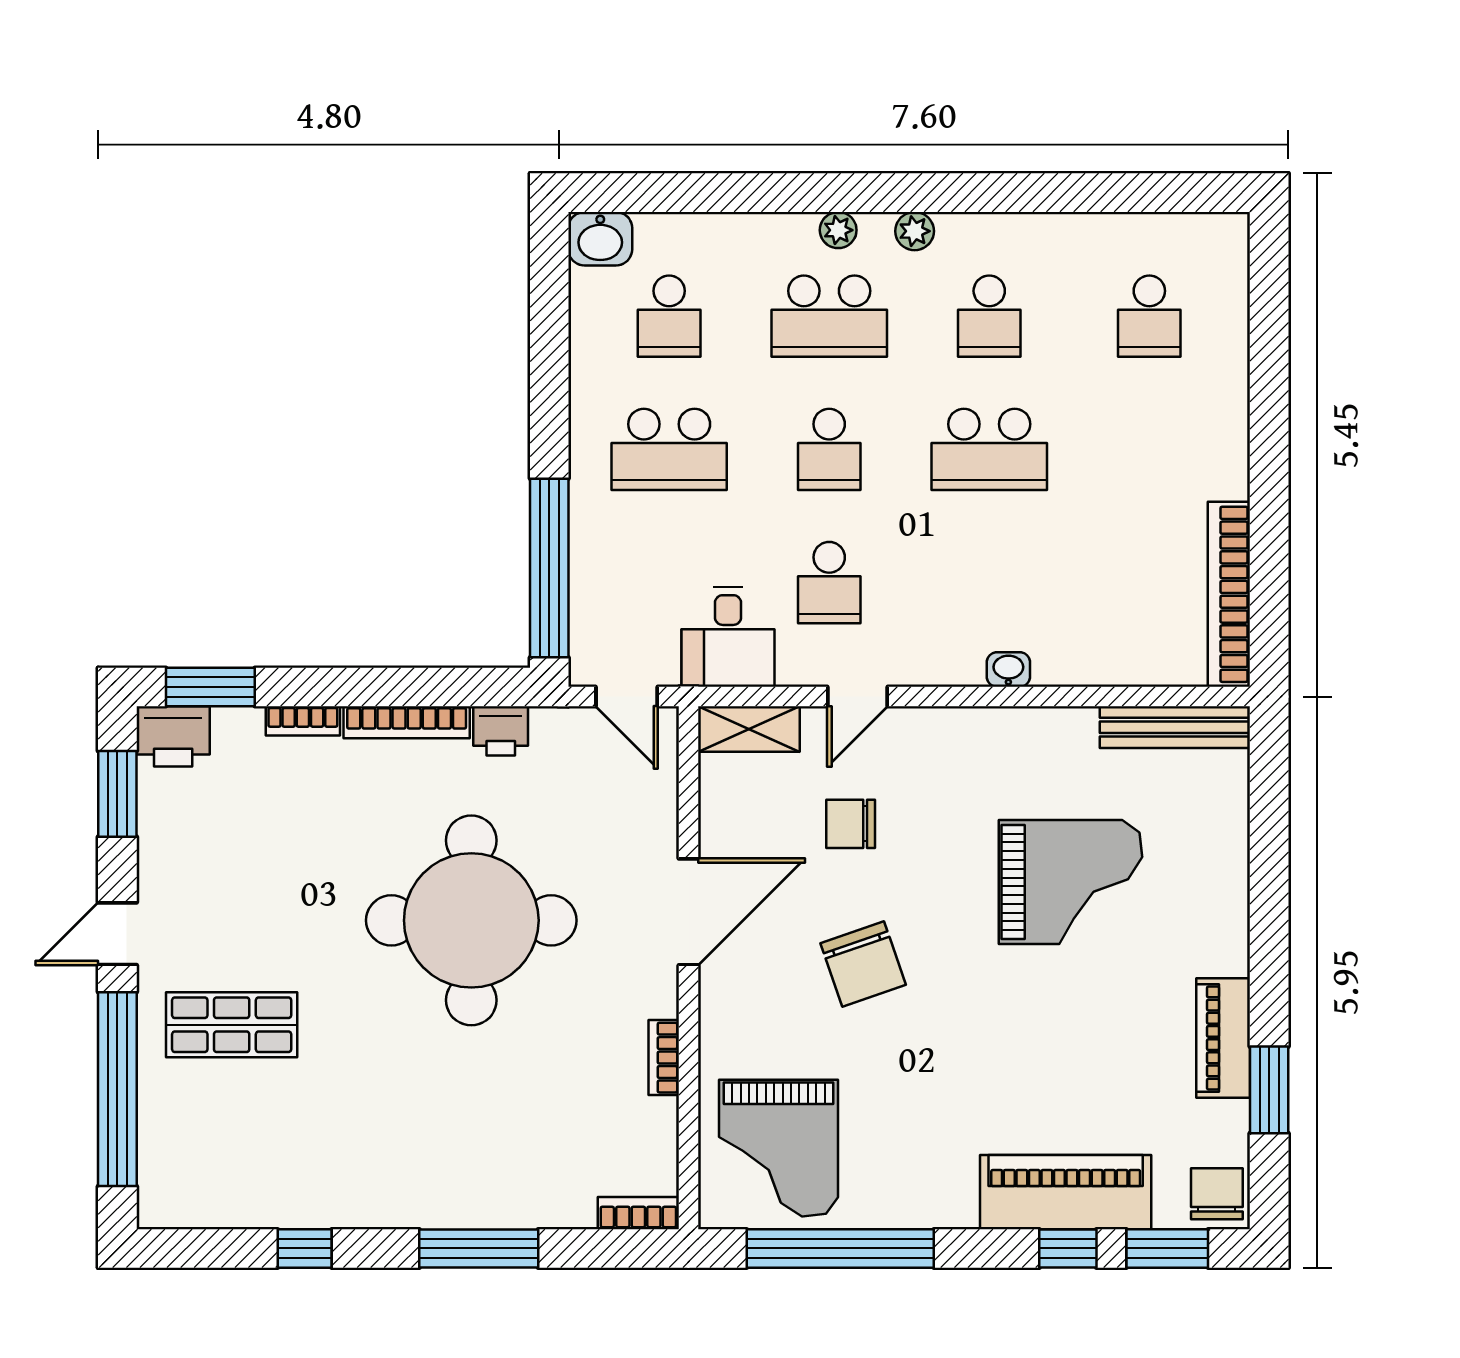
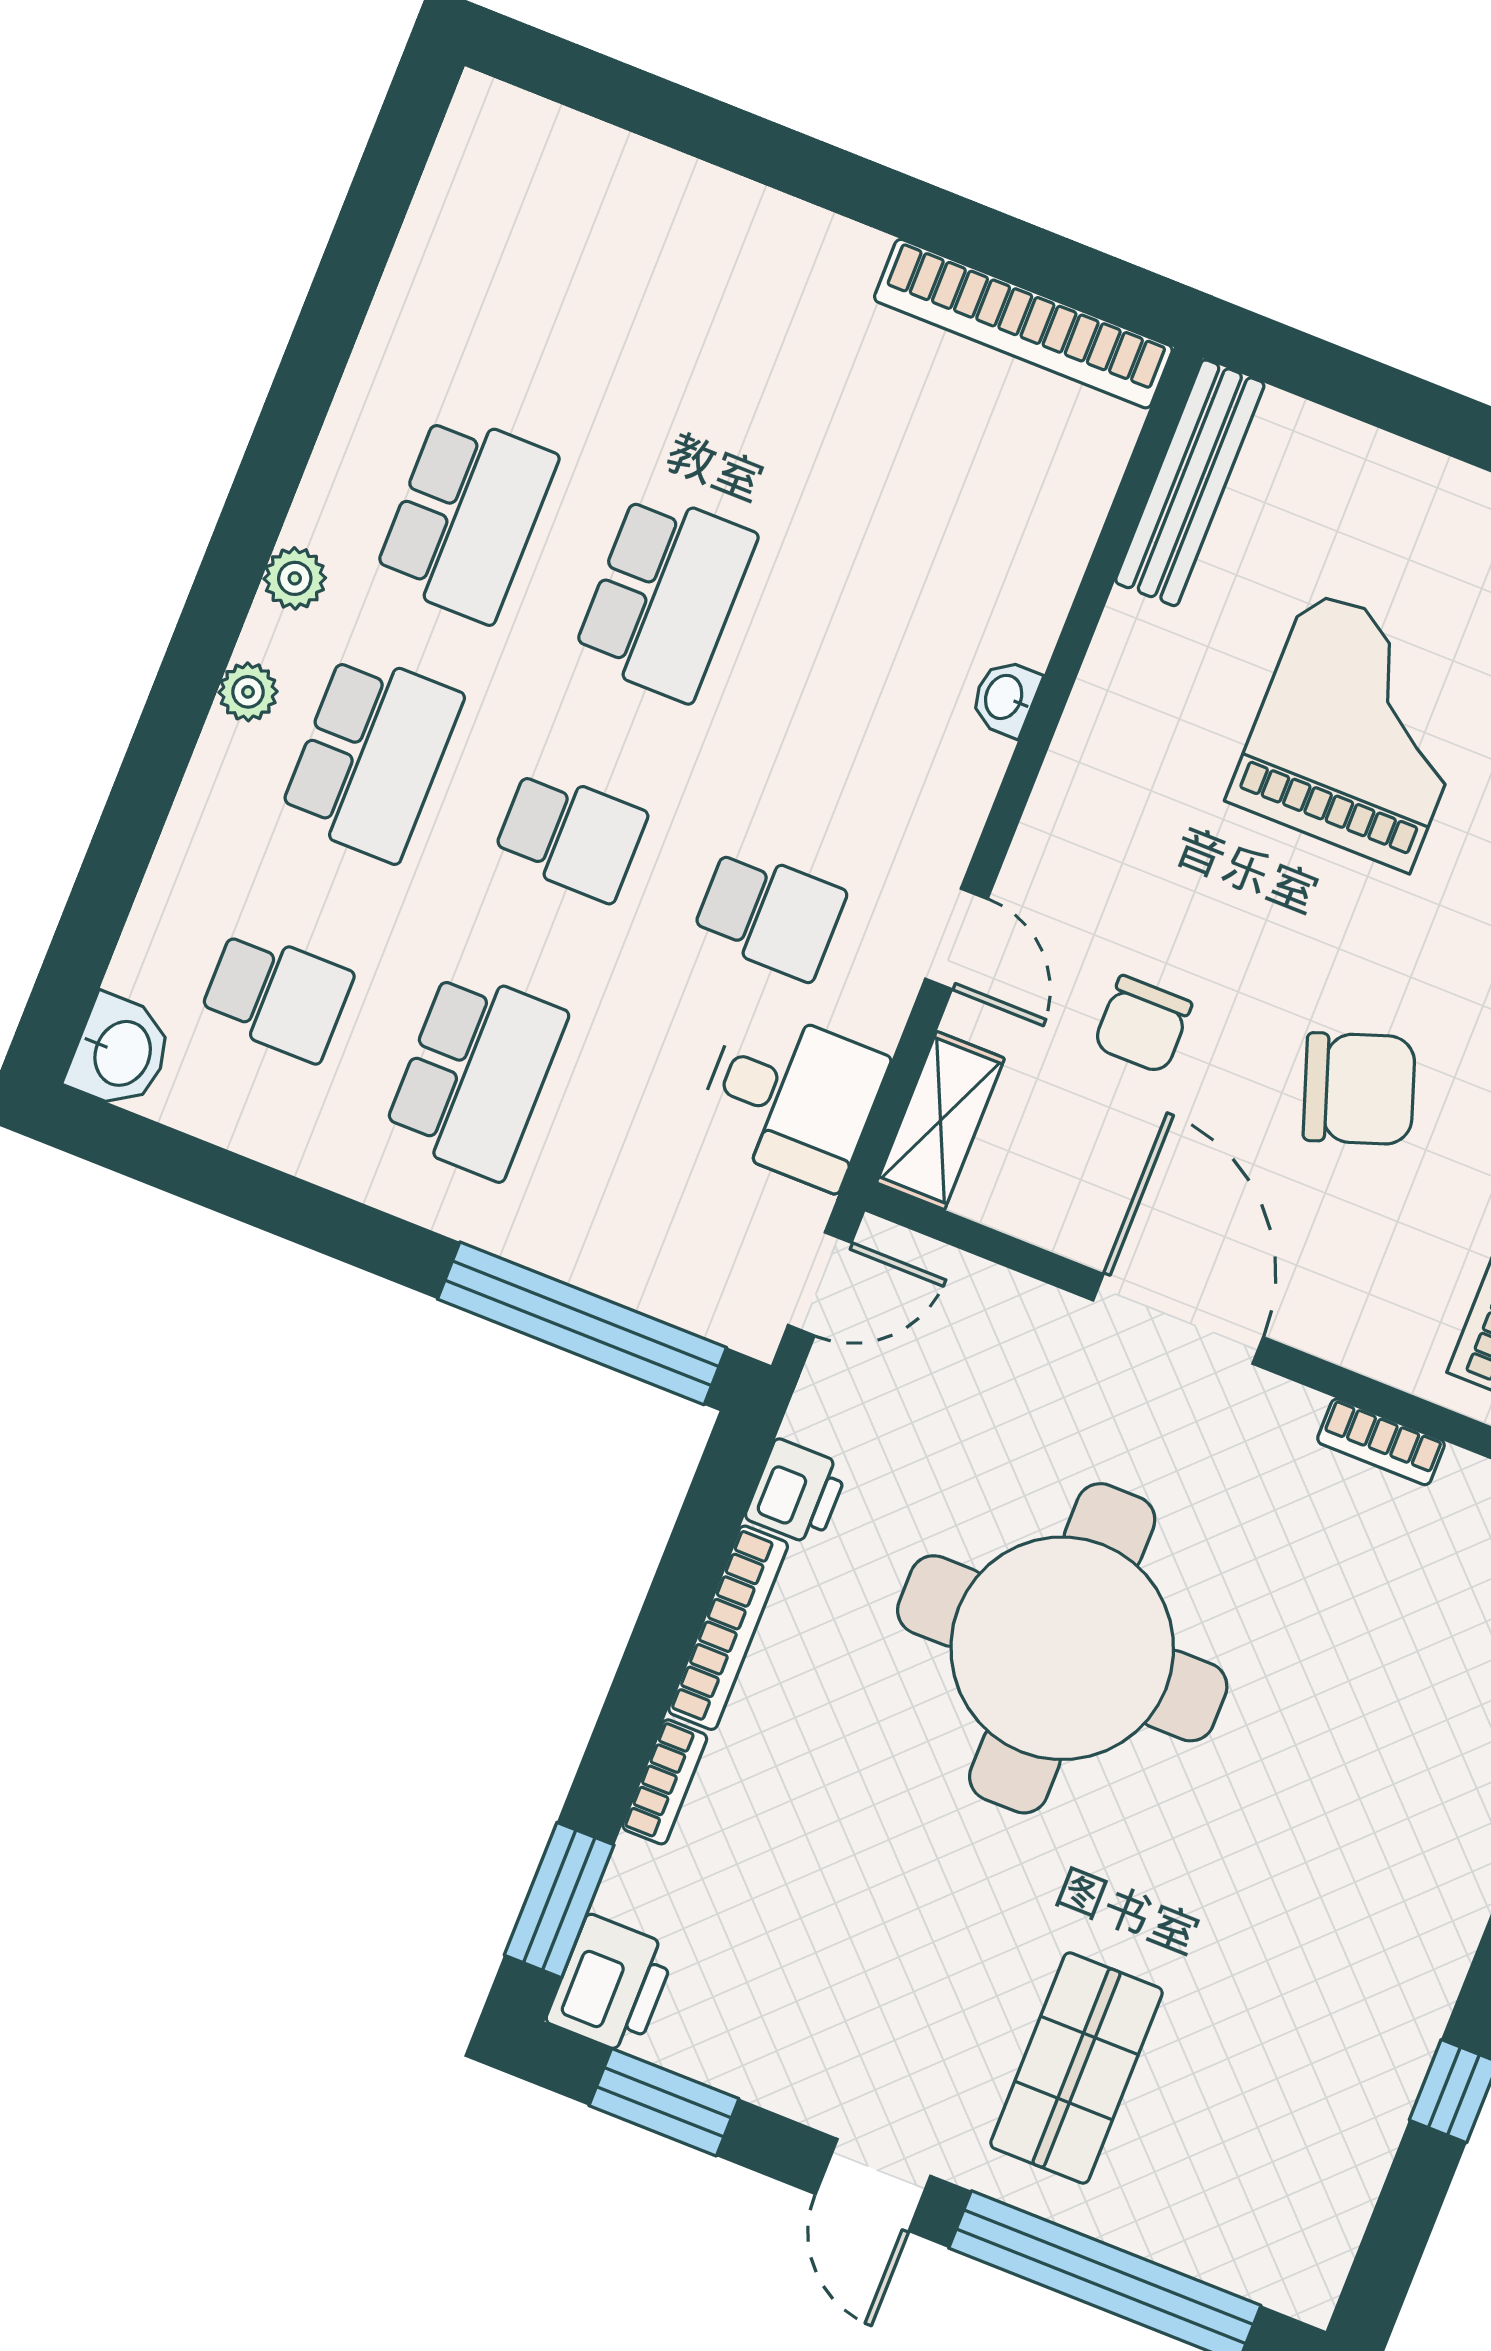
school desk: (989, 316) -> (466, 517), width x1.85
school desk: (1149, 316) -> (561, 278), removed

